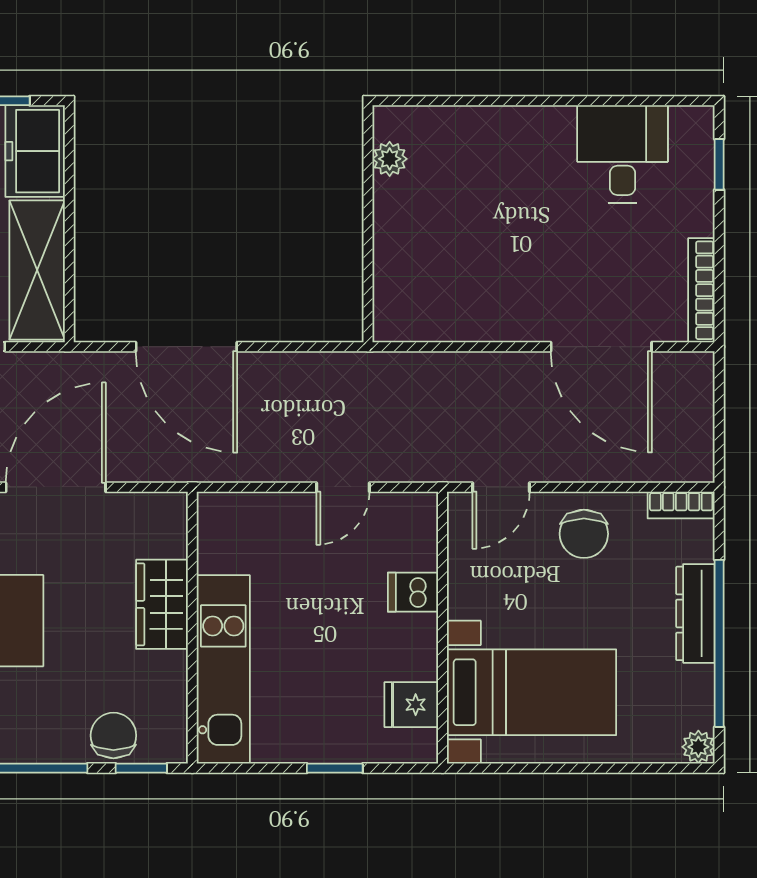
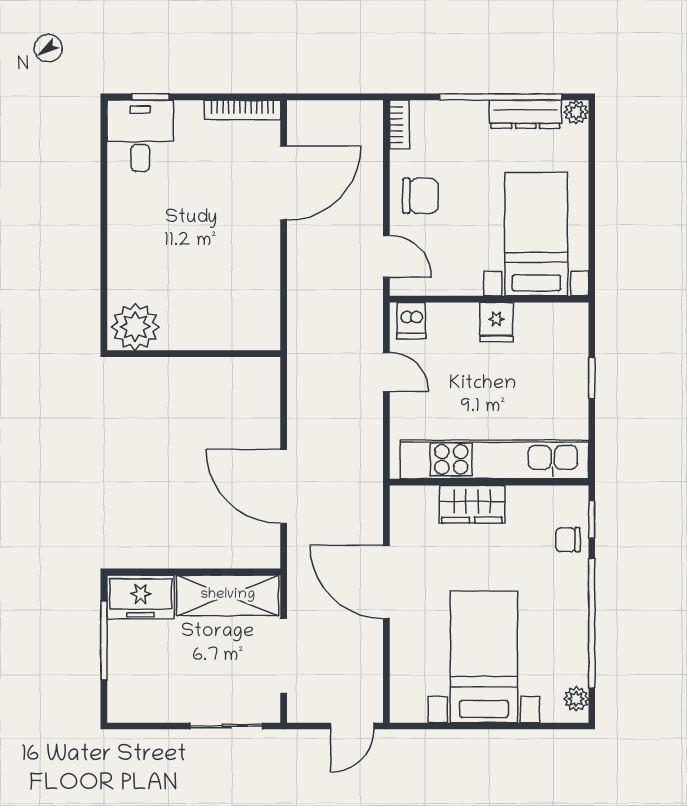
desk: (623, 154) -> (140, 136), moved, turned 90
plant: (390, 159) -> (135, 327), width x1.88, depth x1.88
door: (186, 347) -> (284, 486), swing flipped
dishwasher: (413, 592) -> (411, 321), moved
dresser: (695, 613) -> (526, 114), moved
kitchen unit: (223, 669) -> (494, 459), width x1.36
fridge: (411, 705) -> (496, 322), moved
chair: (113, 735) -> (568, 540), width x0.73, depth x0.73

